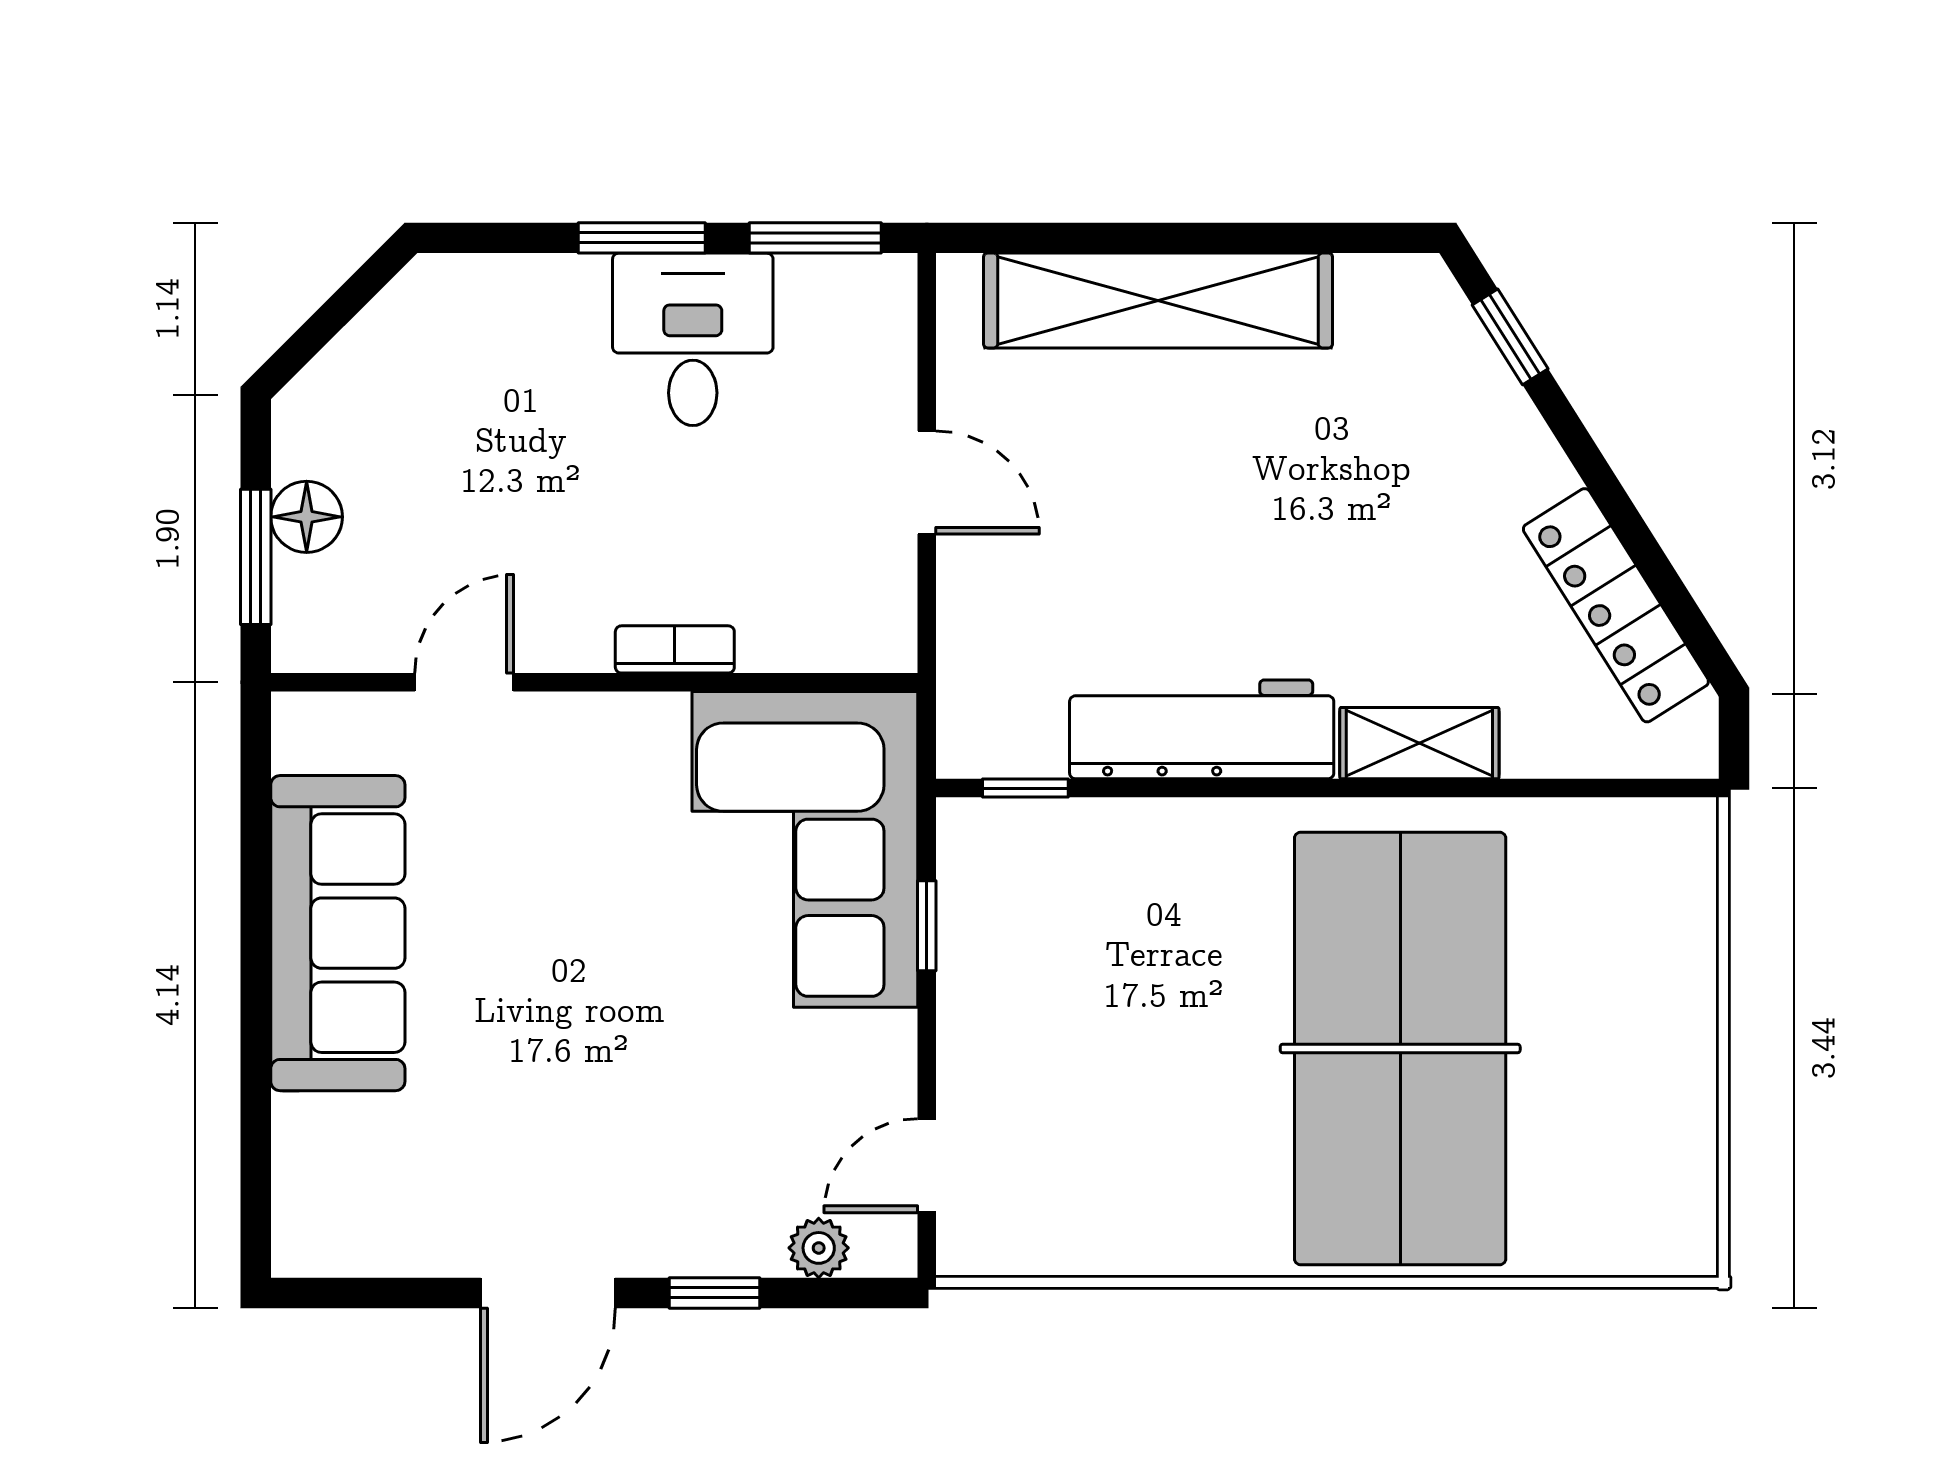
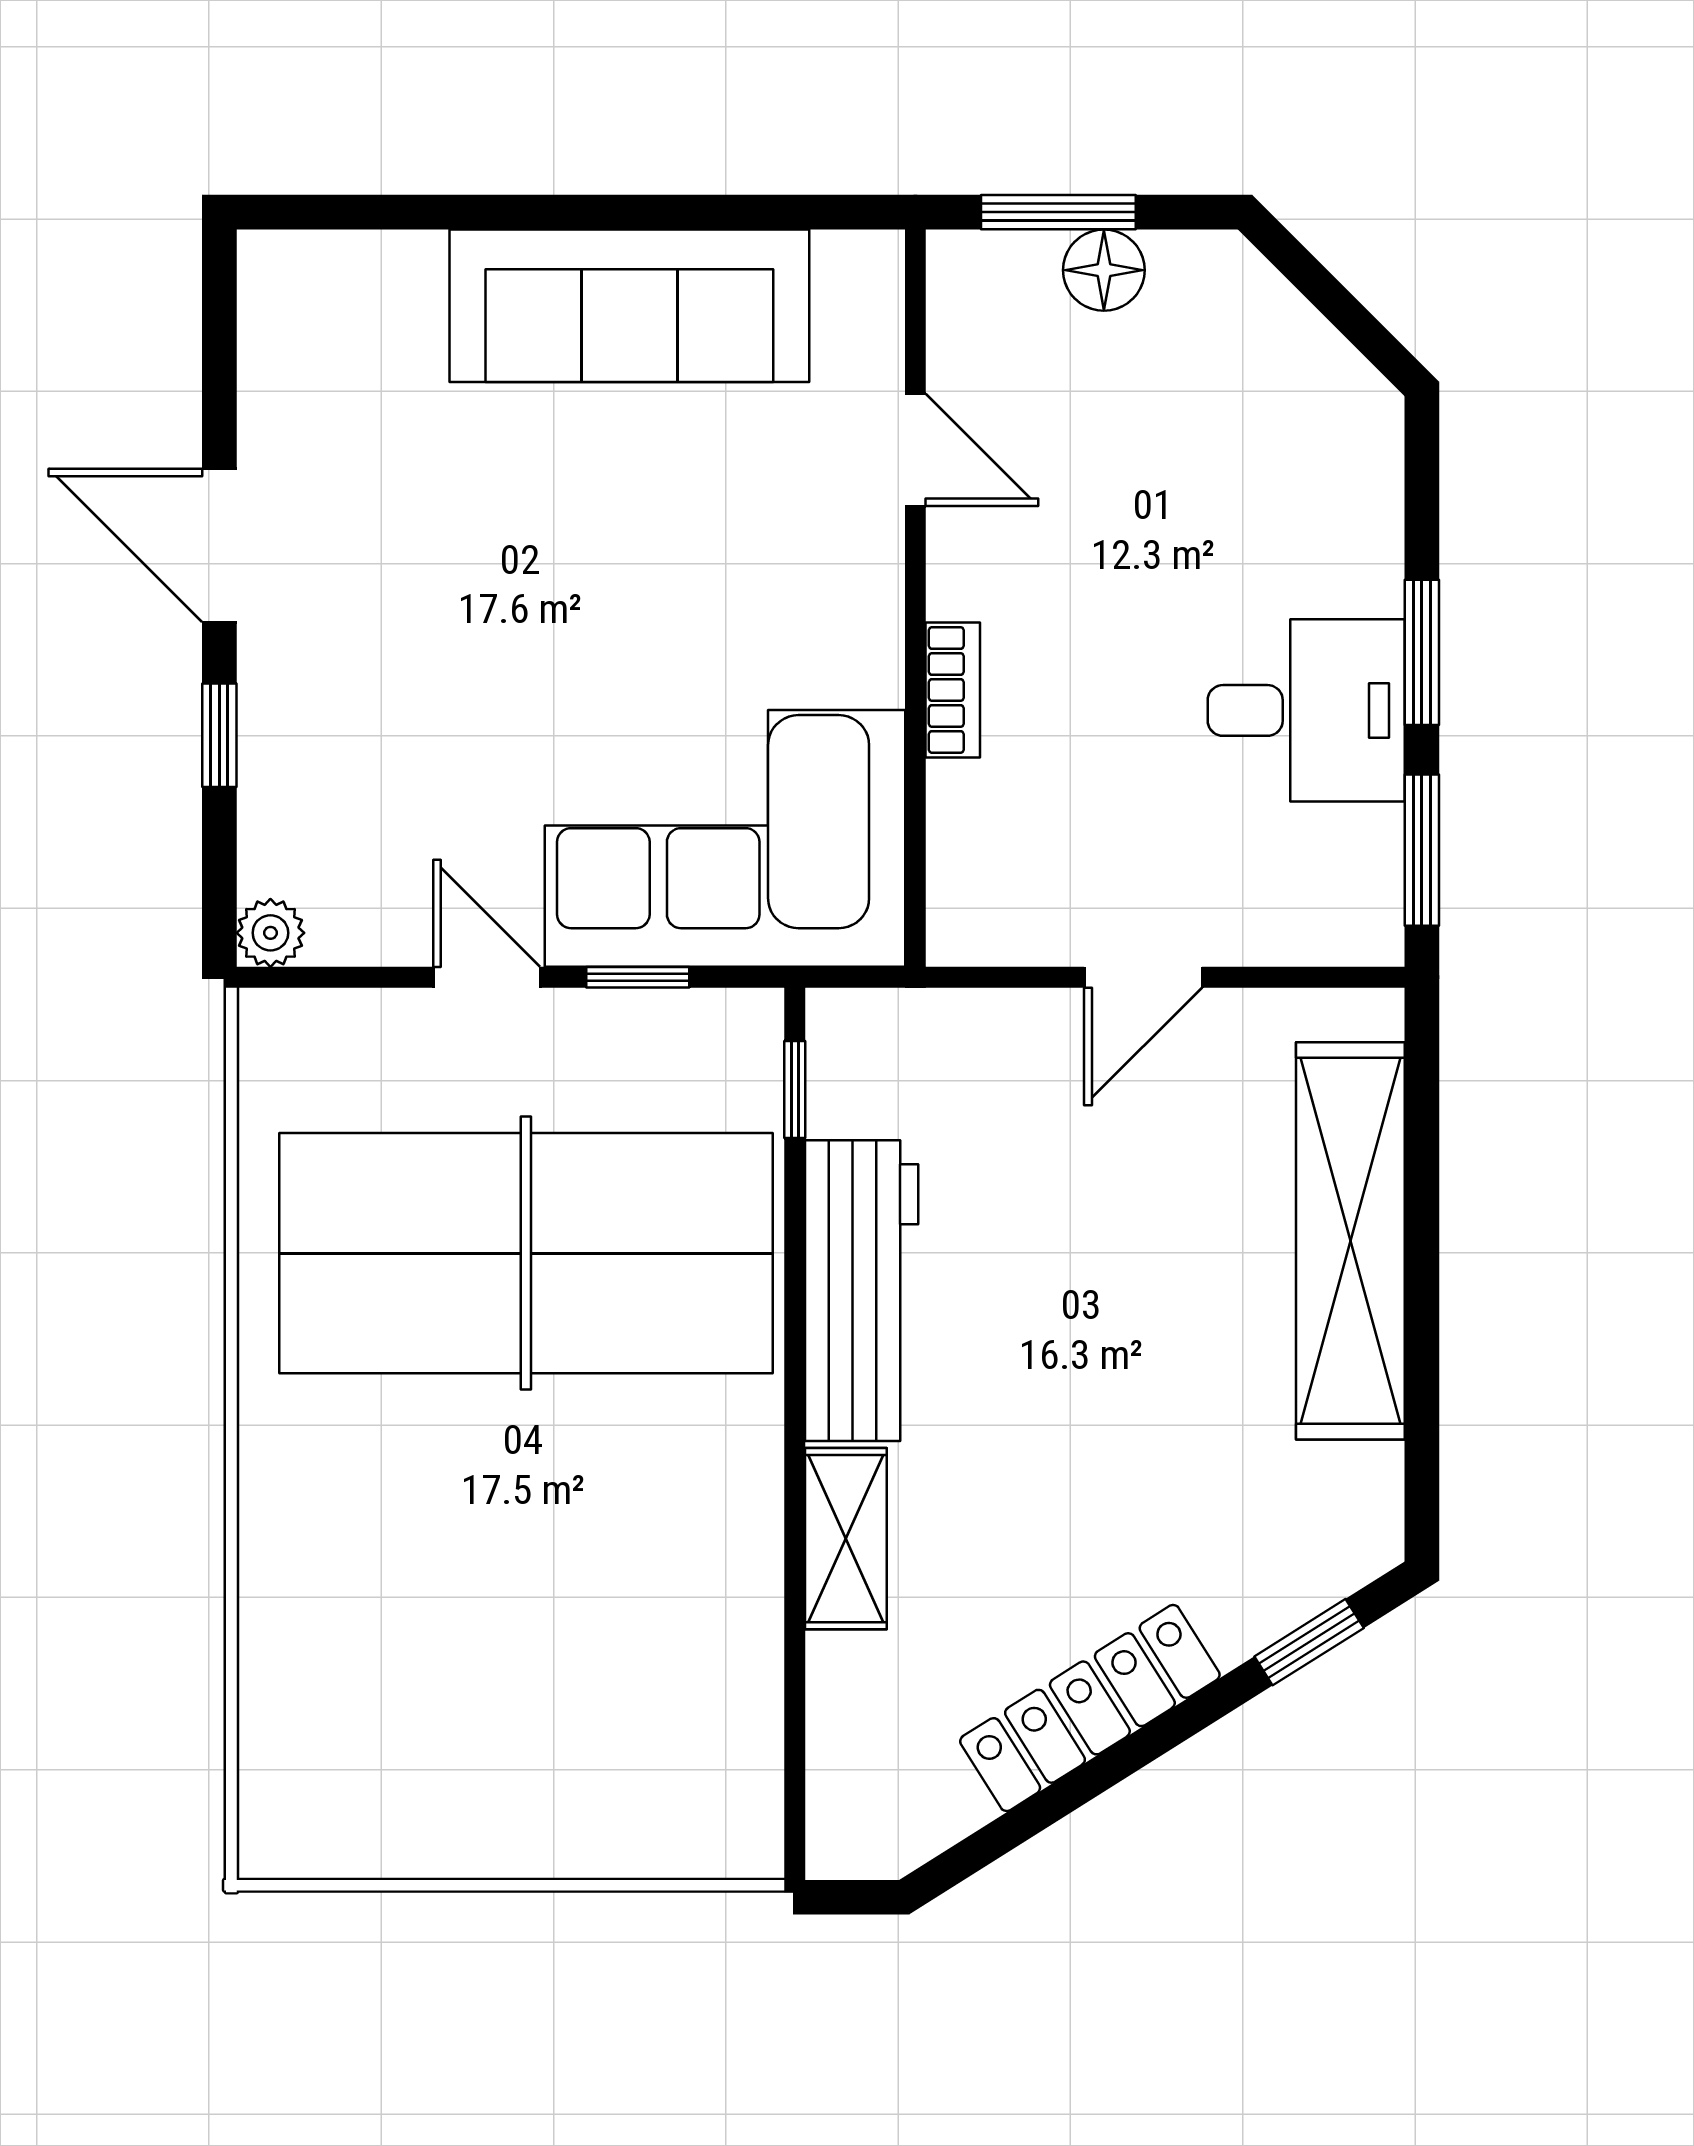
locker: (1616, 605) -> (1090, 1708), moved
table tennis table: (1400, 1048) -> (526, 1253), moved
door: (927, 1166) -> (487, 977), moved
plant: (819, 1248) -> (270, 933), moved

